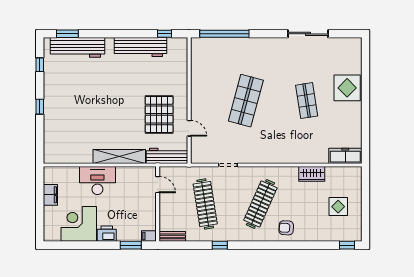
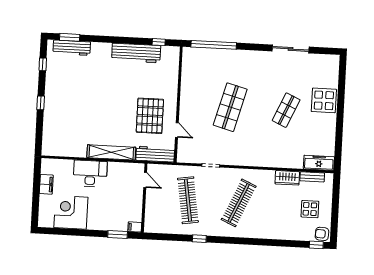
workbench: (78, 47) -> (72, 48), width x0.73, depth x0.76
shop shelf: (307, 101) -> (286, 110), turned 33
armchair: (286, 228) -> (322, 234), moved
printer: (107, 234) -> (96, 223), removed
bench: (172, 236) -> (312, 177), moved

